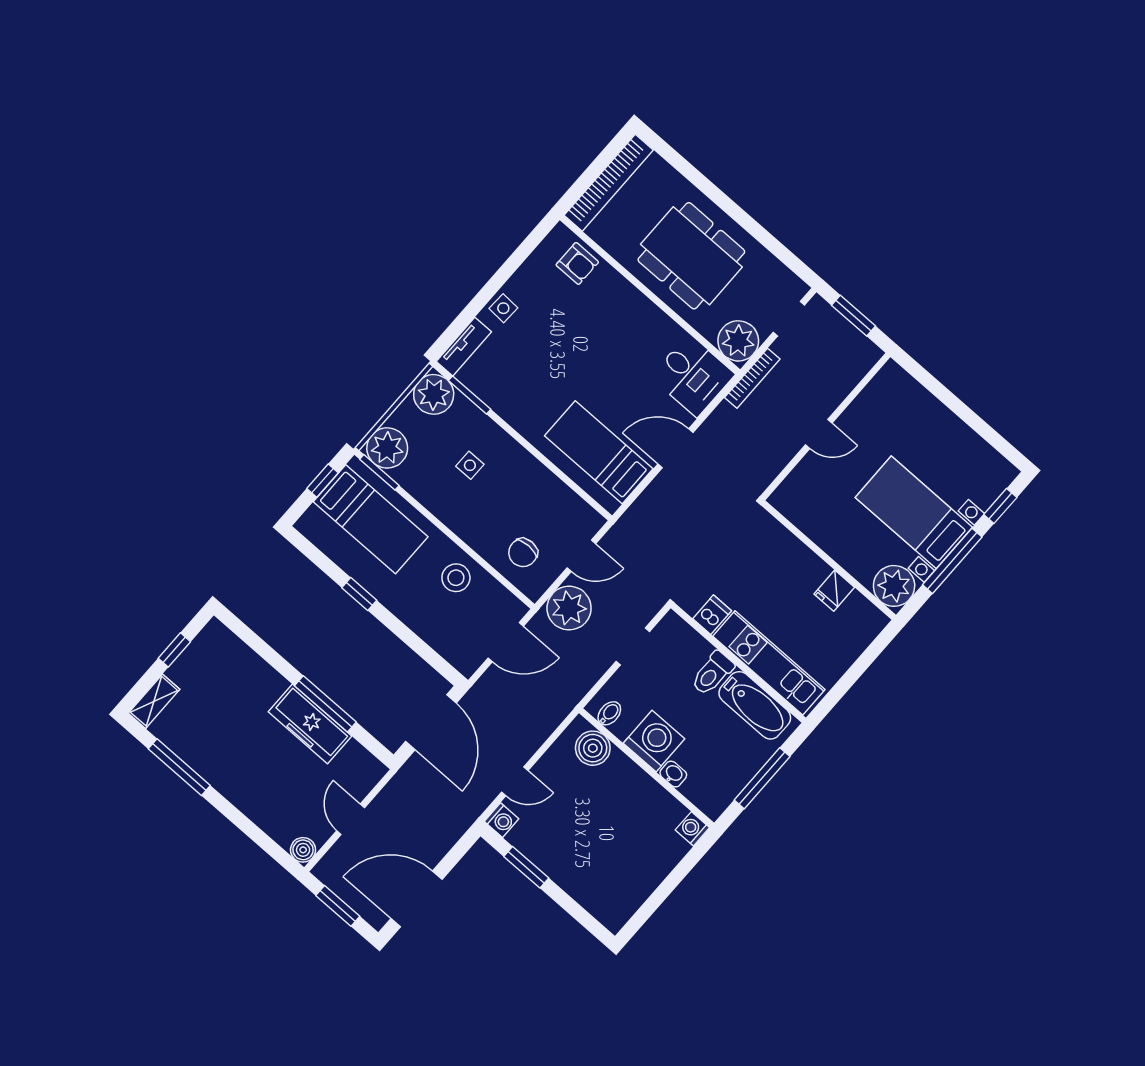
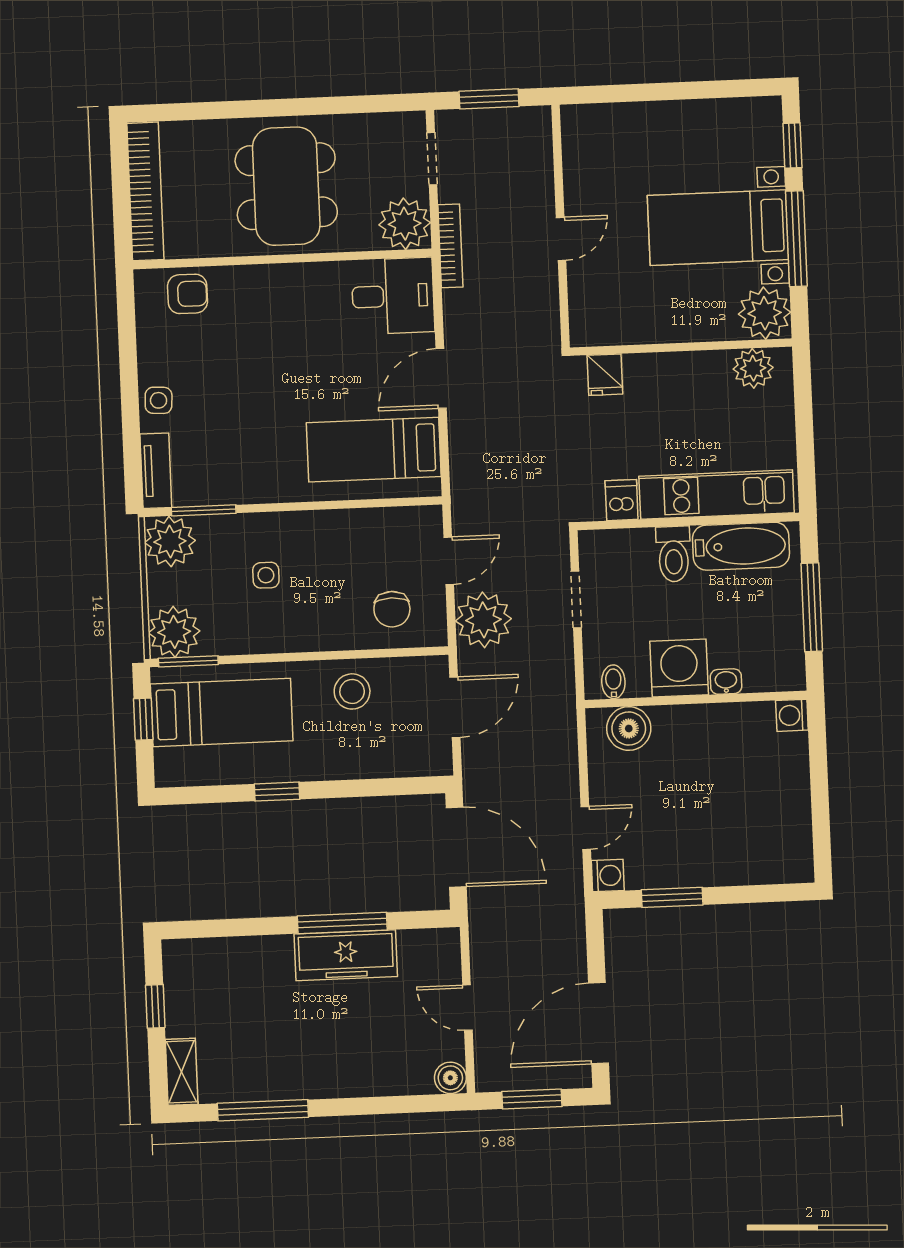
dining table: (691, 256) -> (286, 186), turned 90
fridge: (834, 591) -> (605, 375), moved
plant: (858, 611) -> (753, 368), added

